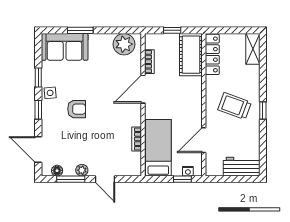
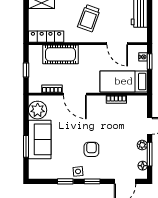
sofa: (65, 47) -> (40, 139), moved
cot: (191, 55) -> (60, 54), moved

